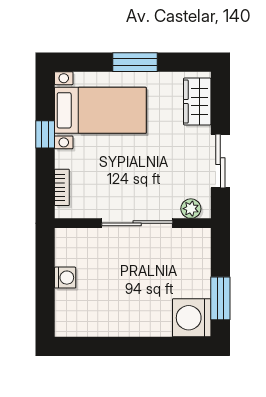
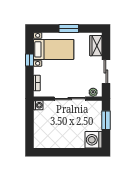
washing machine: (65, 278) -> (38, 105), moved
window: (220, 298) -> (106, 120), moved

